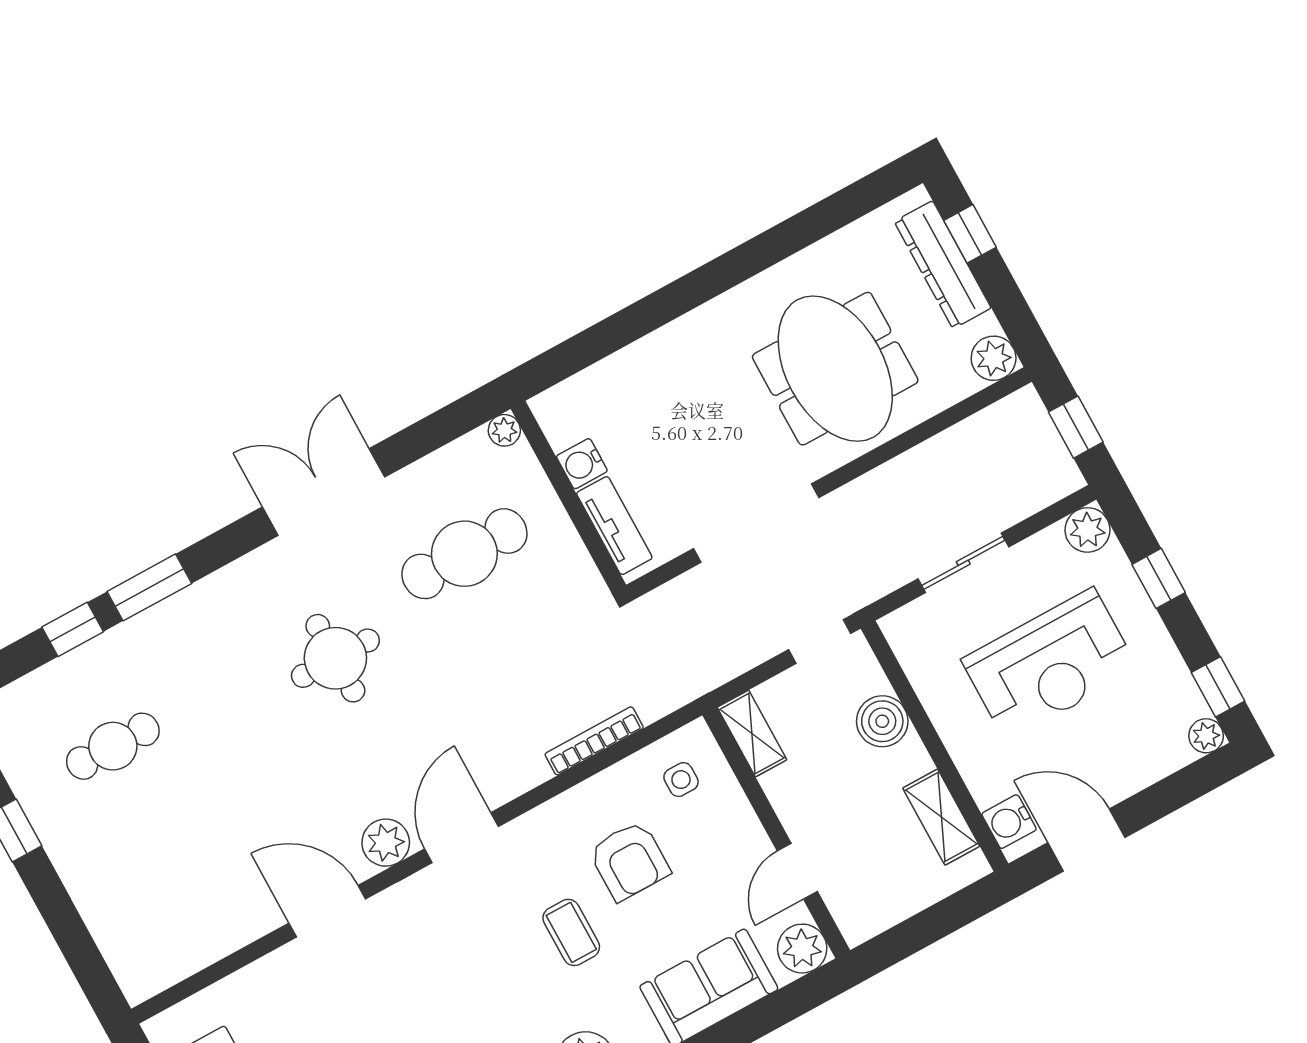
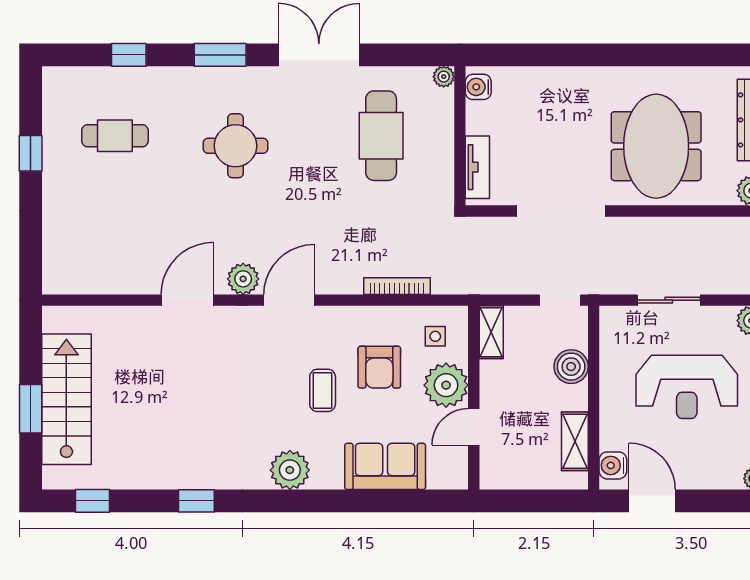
water cooler: (582, 464) -> (478, 87), moved
cafe table: (464, 554) -> (381, 136), turned 90
window: (149, 587) -> (220, 55), moved
round table: (335, 658) -> (235, 146), moved
door: (327, 911) -> (187, 300), hinge flipped
plant: (802, 949) -> (446, 385), moved, width x1.36, depth x1.36

